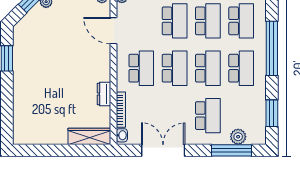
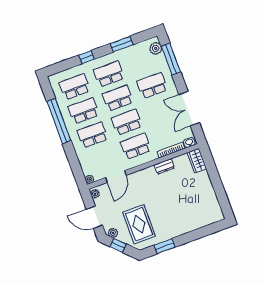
rug: (45, 37) -> (139, 224), added
window: (272, 48) -> (86, 57), width x0.32
window: (272, 113) -> (122, 44), moved
wardrobe: (89, 136) -> (197, 161), width x0.67
plant: (238, 137) -> (156, 48), moved

